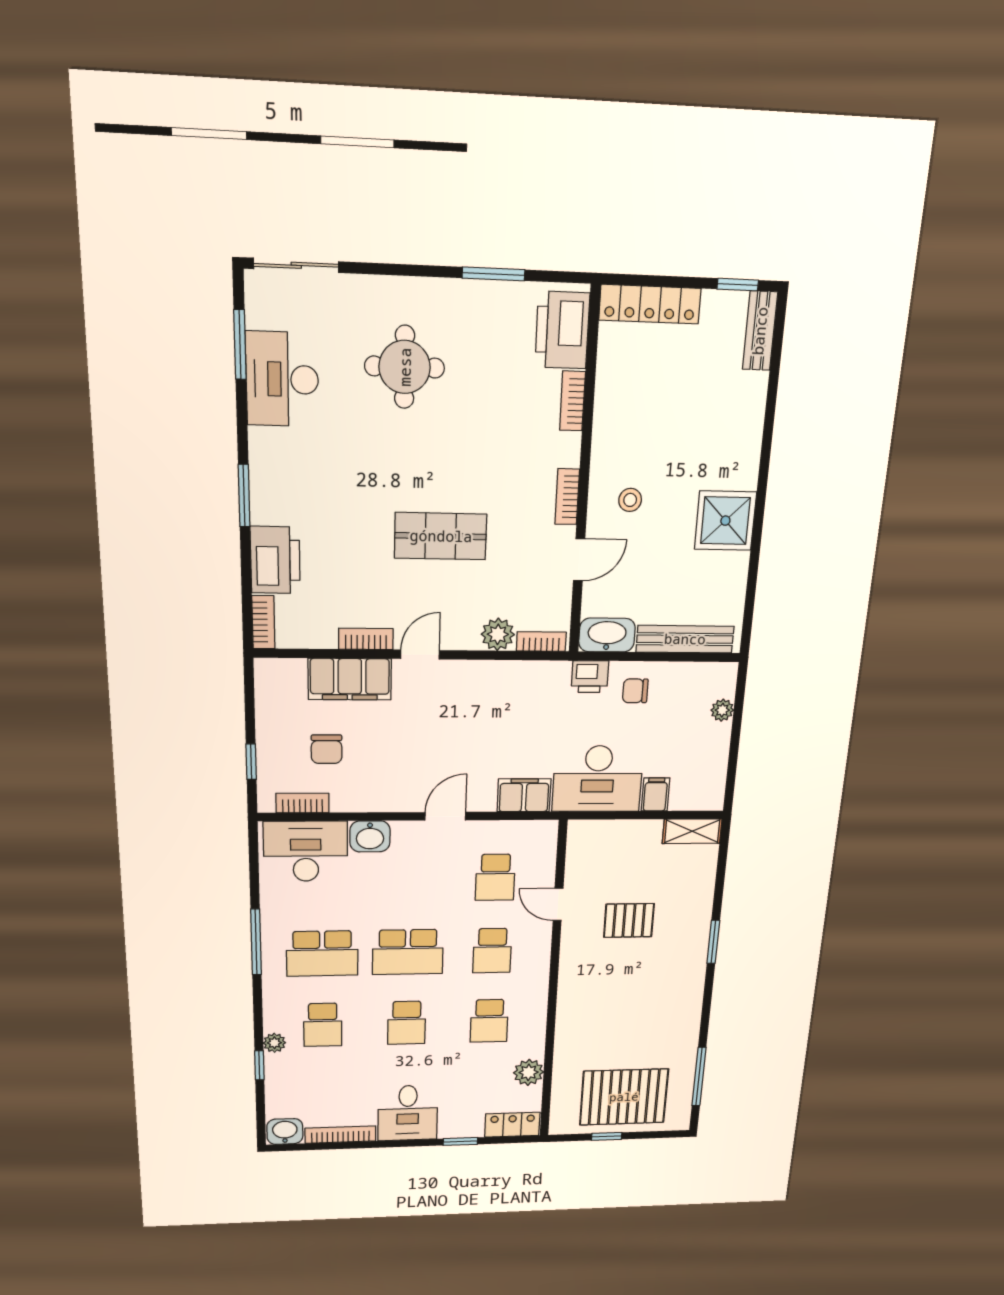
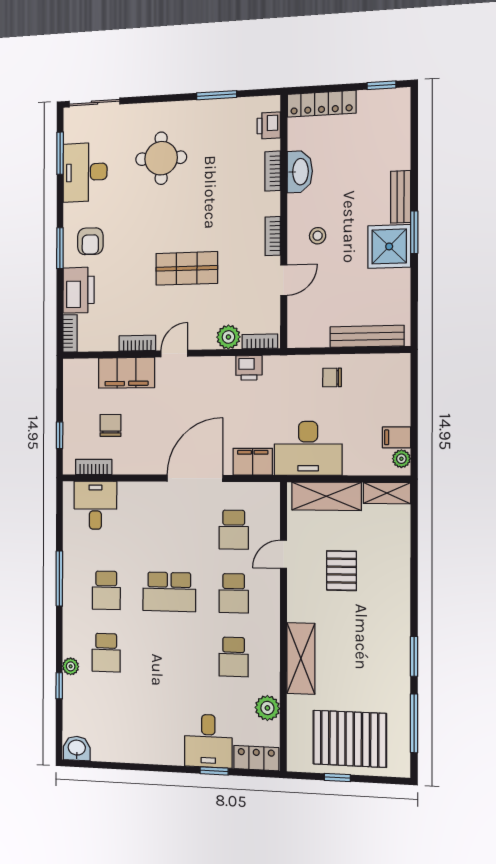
printer: (562, 330) -> (269, 125), width x0.53, depth x0.68
bench: (760, 331) -> (401, 197), moved
armchair: (293, 488) -> (90, 241), added
window: (760, 503) -> (414, 232), added
washbasin: (607, 635) -> (300, 172), moved, turned 90
printer: (590, 677) -> (249, 368), moved
plant: (722, 710) -> (401, 459), moved
chair: (327, 749) -> (110, 425), turned 180
filing cabinet: (655, 794) -> (396, 437), moved, turned -90
door: (445, 816) -> (195, 478), width x1.88
washbasin: (370, 836) -> (141, 494), removed
shelving: (617, 836) -> (326, 496), added
desk: (306, 851) -> (95, 505), width x0.73
door: (558, 904) -> (283, 554), hinge flipped
pallet: (629, 920) -> (341, 571), turned 90
window: (713, 942) -> (414, 656), moved
school desk: (322, 954) -> (106, 590), width x0.54
shelving: (572, 1018) -> (301, 658), added
school desk: (407, 1023) -> (169, 655), removed
desk: (408, 1113) -> (208, 741), moved
bookcase: (340, 1135) -> (119, 755), removed

